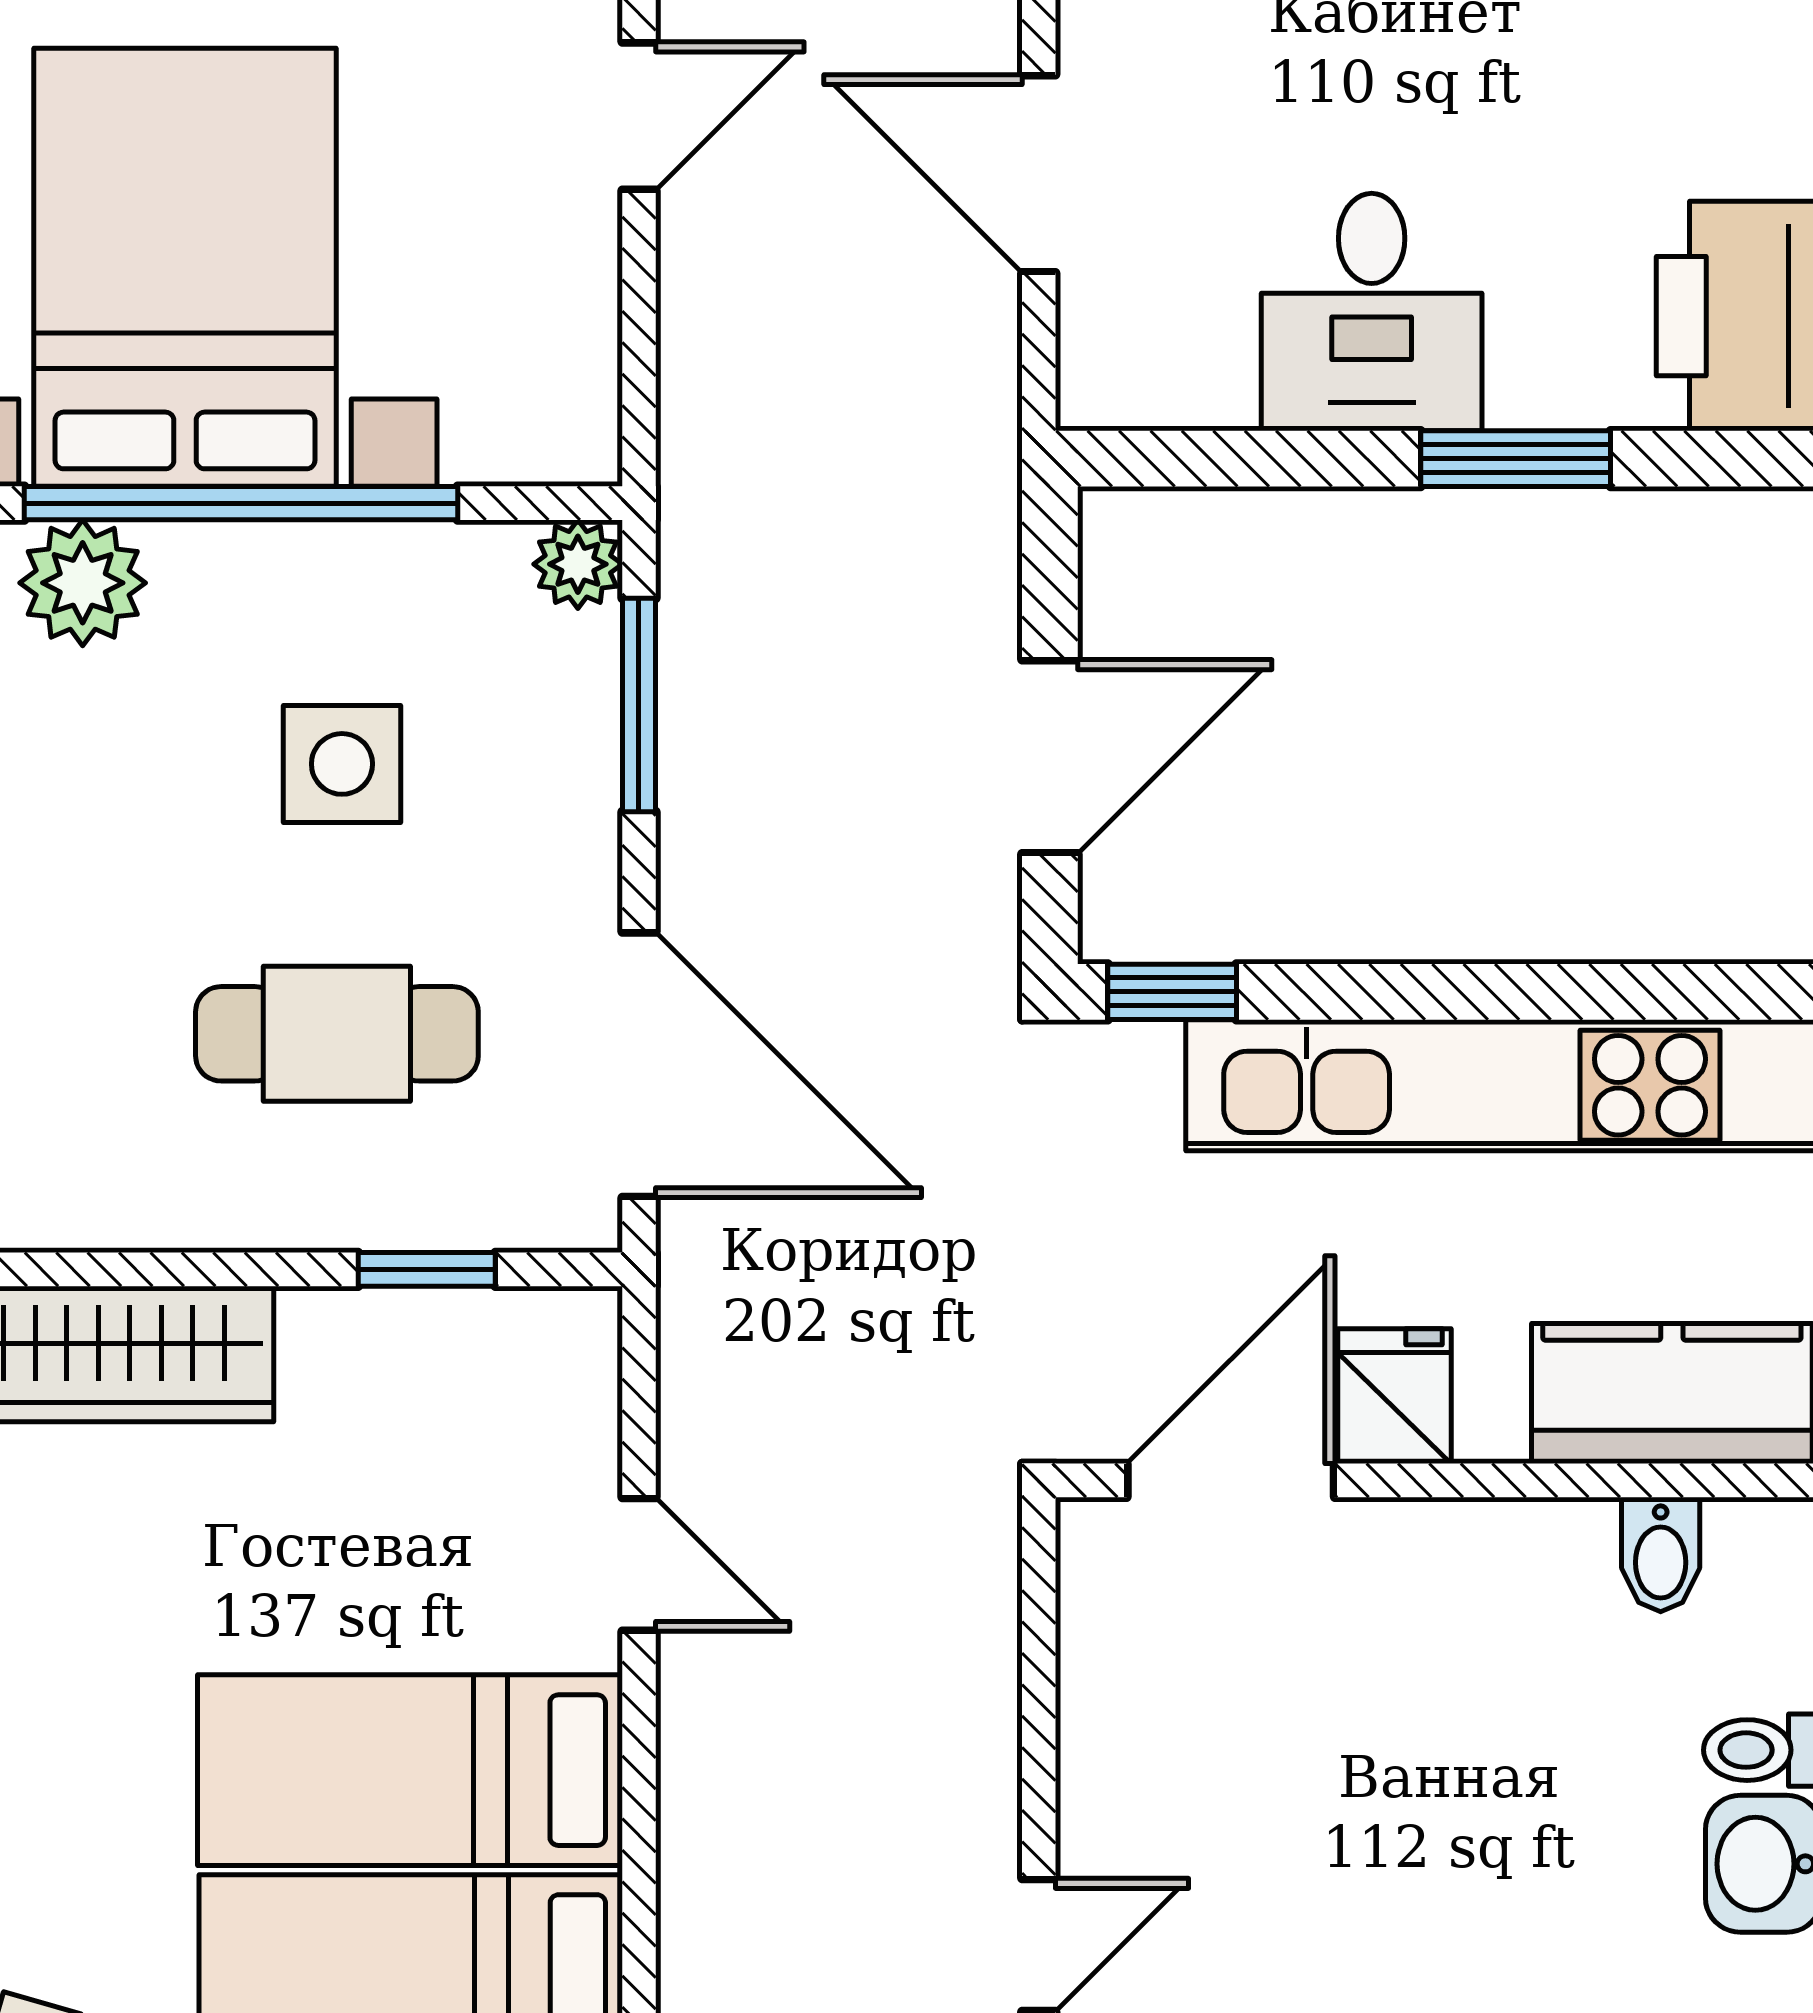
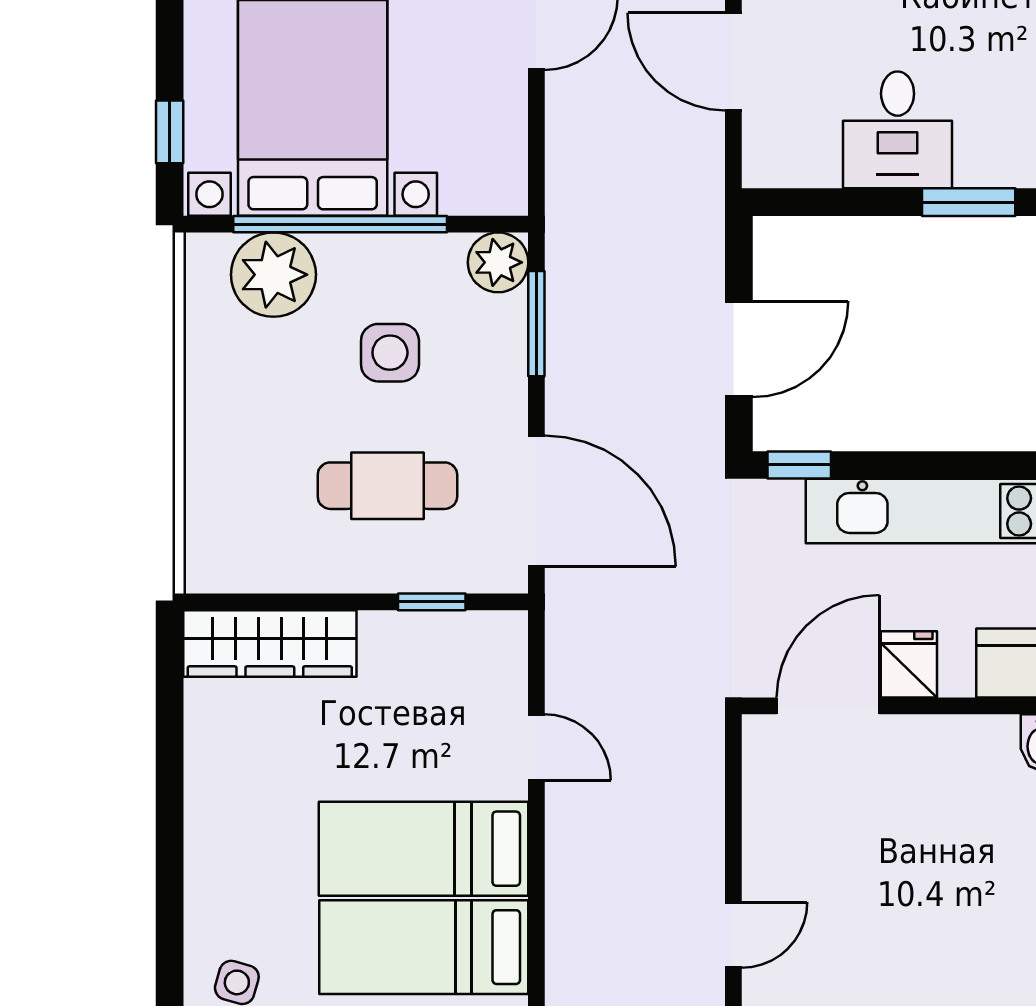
plant: (578, 564) -> (498, 262), width x1.38, depth x1.38
plant: (83, 583) -> (273, 275), width x1.36, depth x1.36

